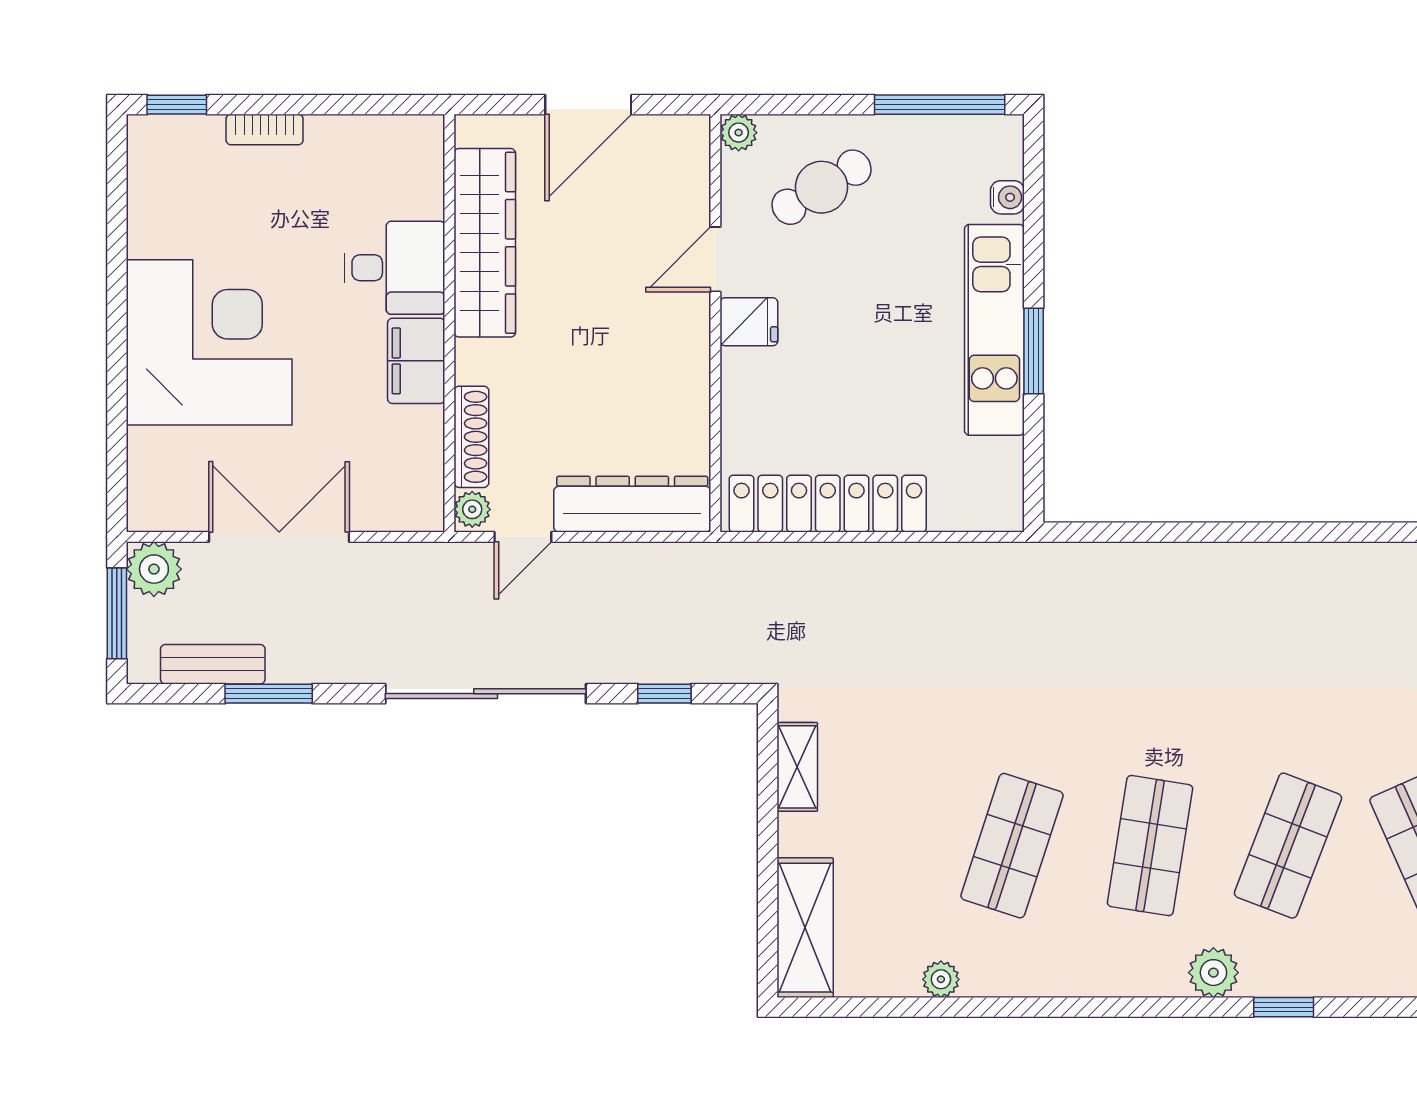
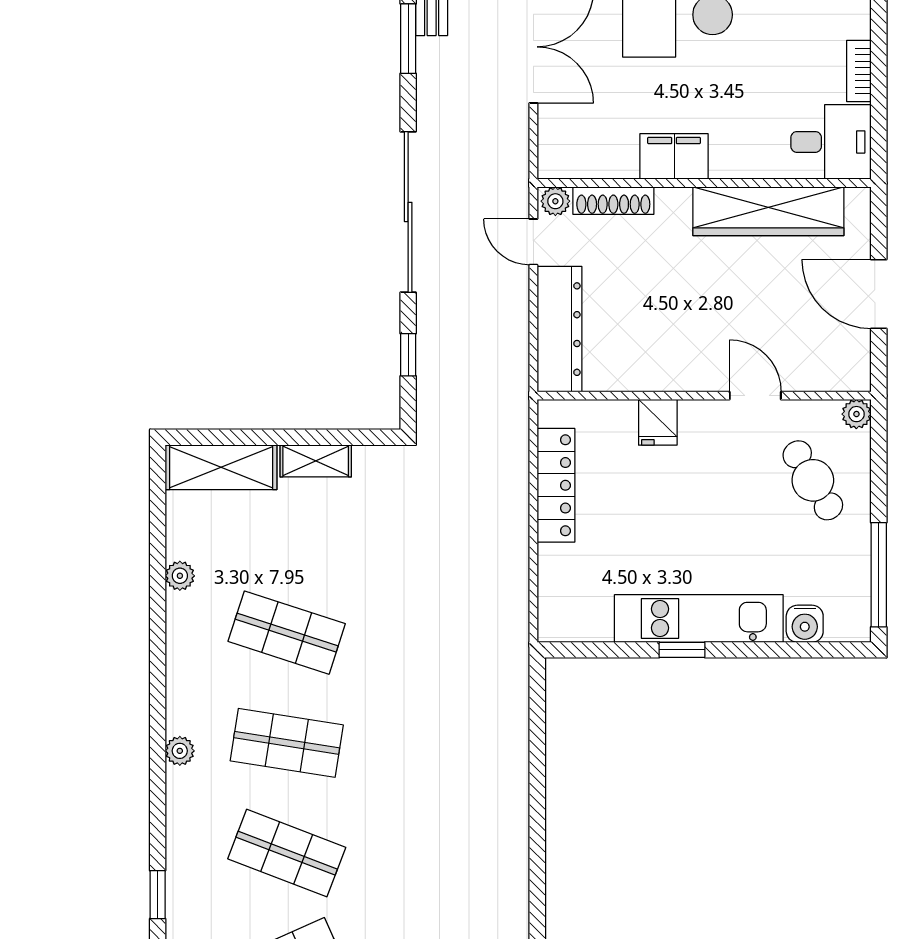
bookcase: (265, 129) -> (859, 71), moved
water cooler: (1007, 197) -> (805, 624), width x1.38, depth x1.38
desk: (394, 268) -> (831, 142), moved, turned -90
fridge: (749, 322) -> (658, 422), moved
window: (1034, 351) -> (682, 650), width x0.67
locker: (828, 504) -> (556, 485), width x0.71, depth x0.83
shelving: (797, 767) -> (316, 461), moved
plant: (1213, 973) -> (180, 751), moved, width x0.73, depth x0.73
window: (1284, 1007) -> (158, 895), moved

